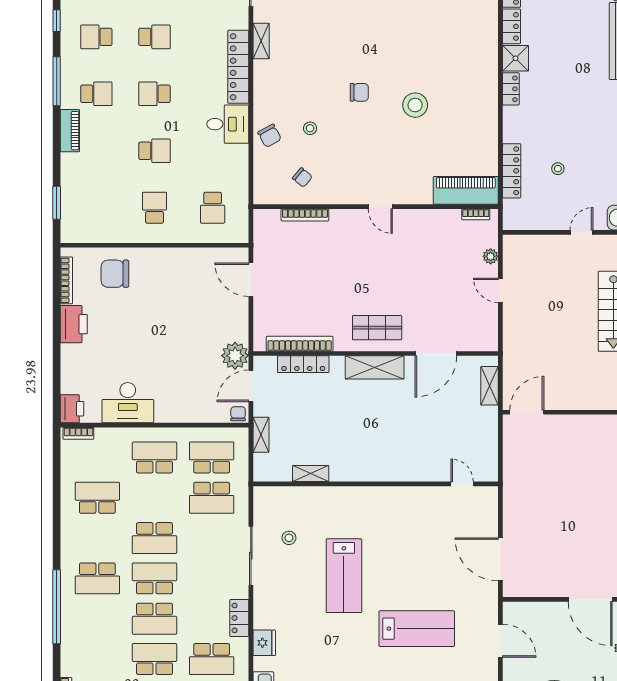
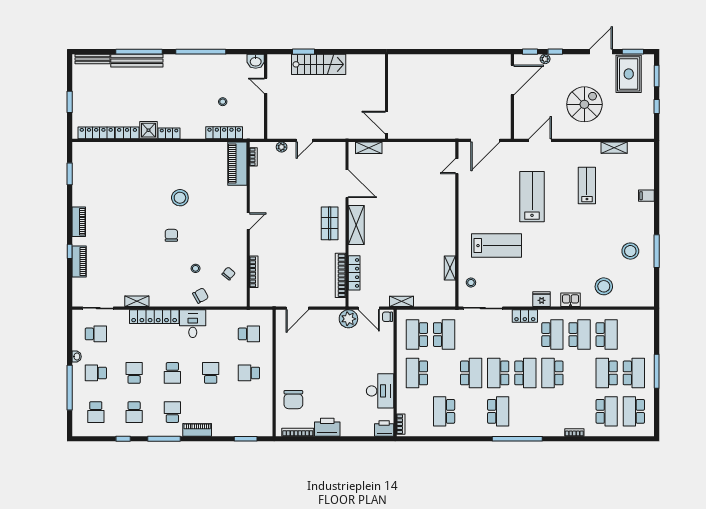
shelving: (311, 474) -> (450, 268), moved
wall: (376, 484) -> (457, 224), moved
door: (462, 484) -> (457, 166), moved

